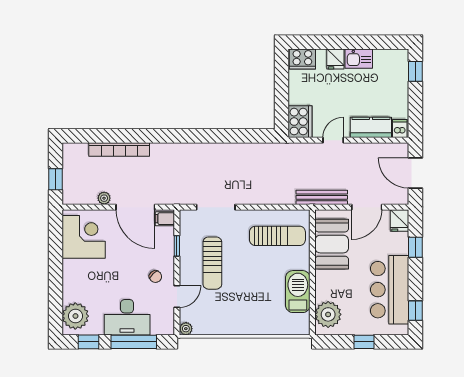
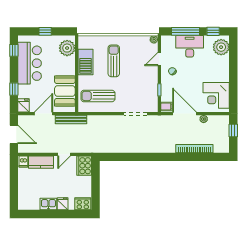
window: (415, 71) -> (14, 196), removed
sun lounger: (212, 263) -> (114, 61), moved

